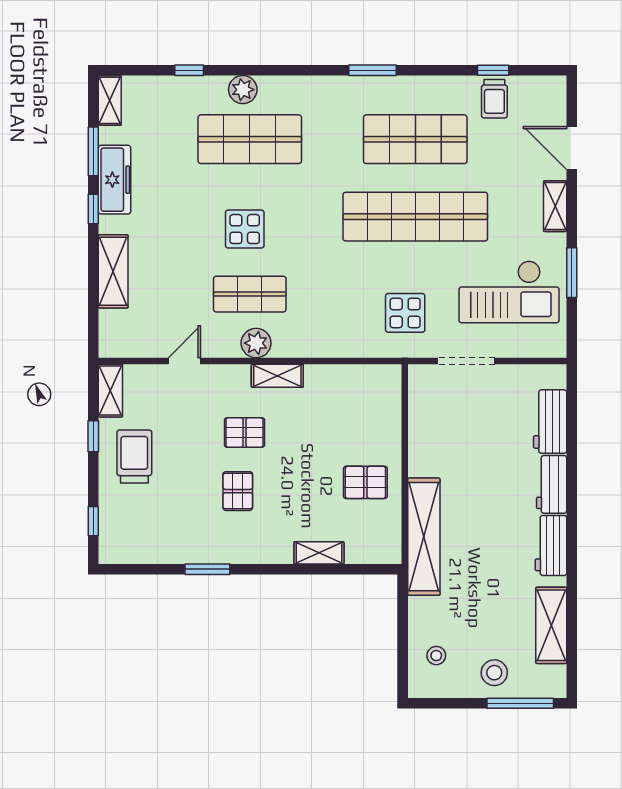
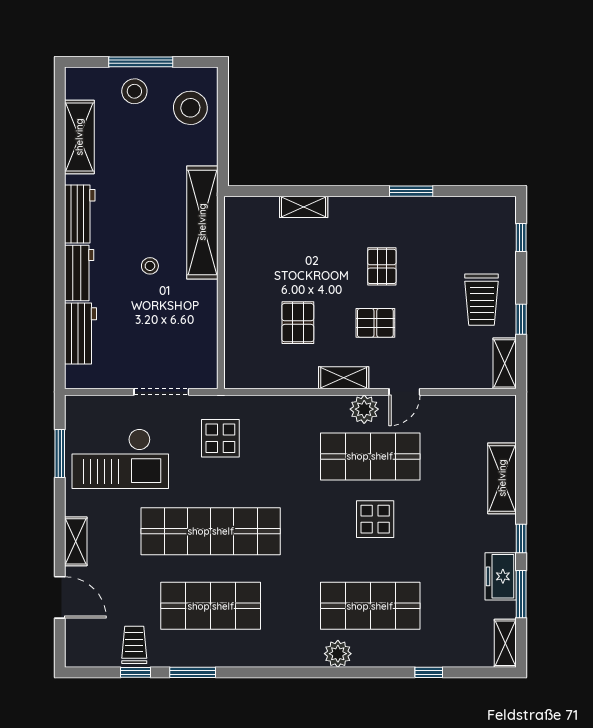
window: (372, 70) -> (193, 672), moved
plant: (243, 90) -> (338, 654), moved
freezer: (115, 180) -> (501, 576), width x0.71
window: (572, 273) -> (60, 453), moved
checkout: (509, 292) -> (120, 459), turned 180
shop shelf: (250, 294) -> (370, 456), width x1.43, depth x1.36
door: (184, 361) -> (404, 392), moved
pallet: (365, 482) -> (298, 323), moved, turned 90
stool: (478, 492) -> (150, 266), added
stool: (436, 656) -> (190, 108), width x1.89, depth x1.89
window: (520, 703) -> (141, 62), moved

